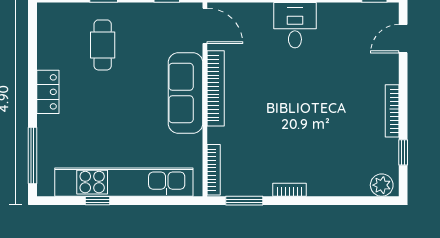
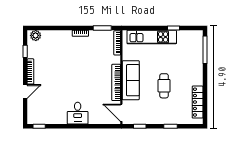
door: (403, 39) -> (25, 91), moved
cafe table: (103, 45) -> (164, 86), moved
locker: (48, 92) -> (198, 102), moved, width x1.53
kitchen unit: (124, 182) -> (152, 37), width x0.73

